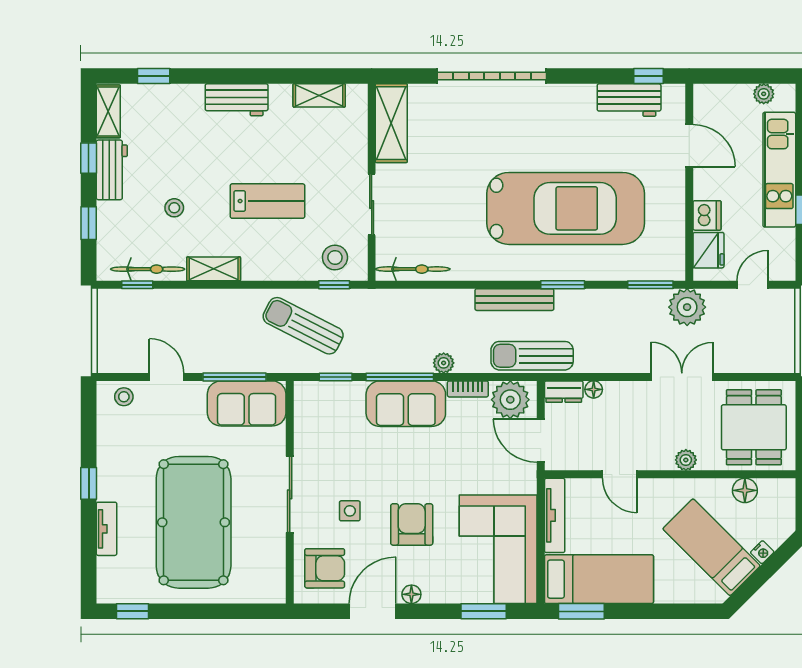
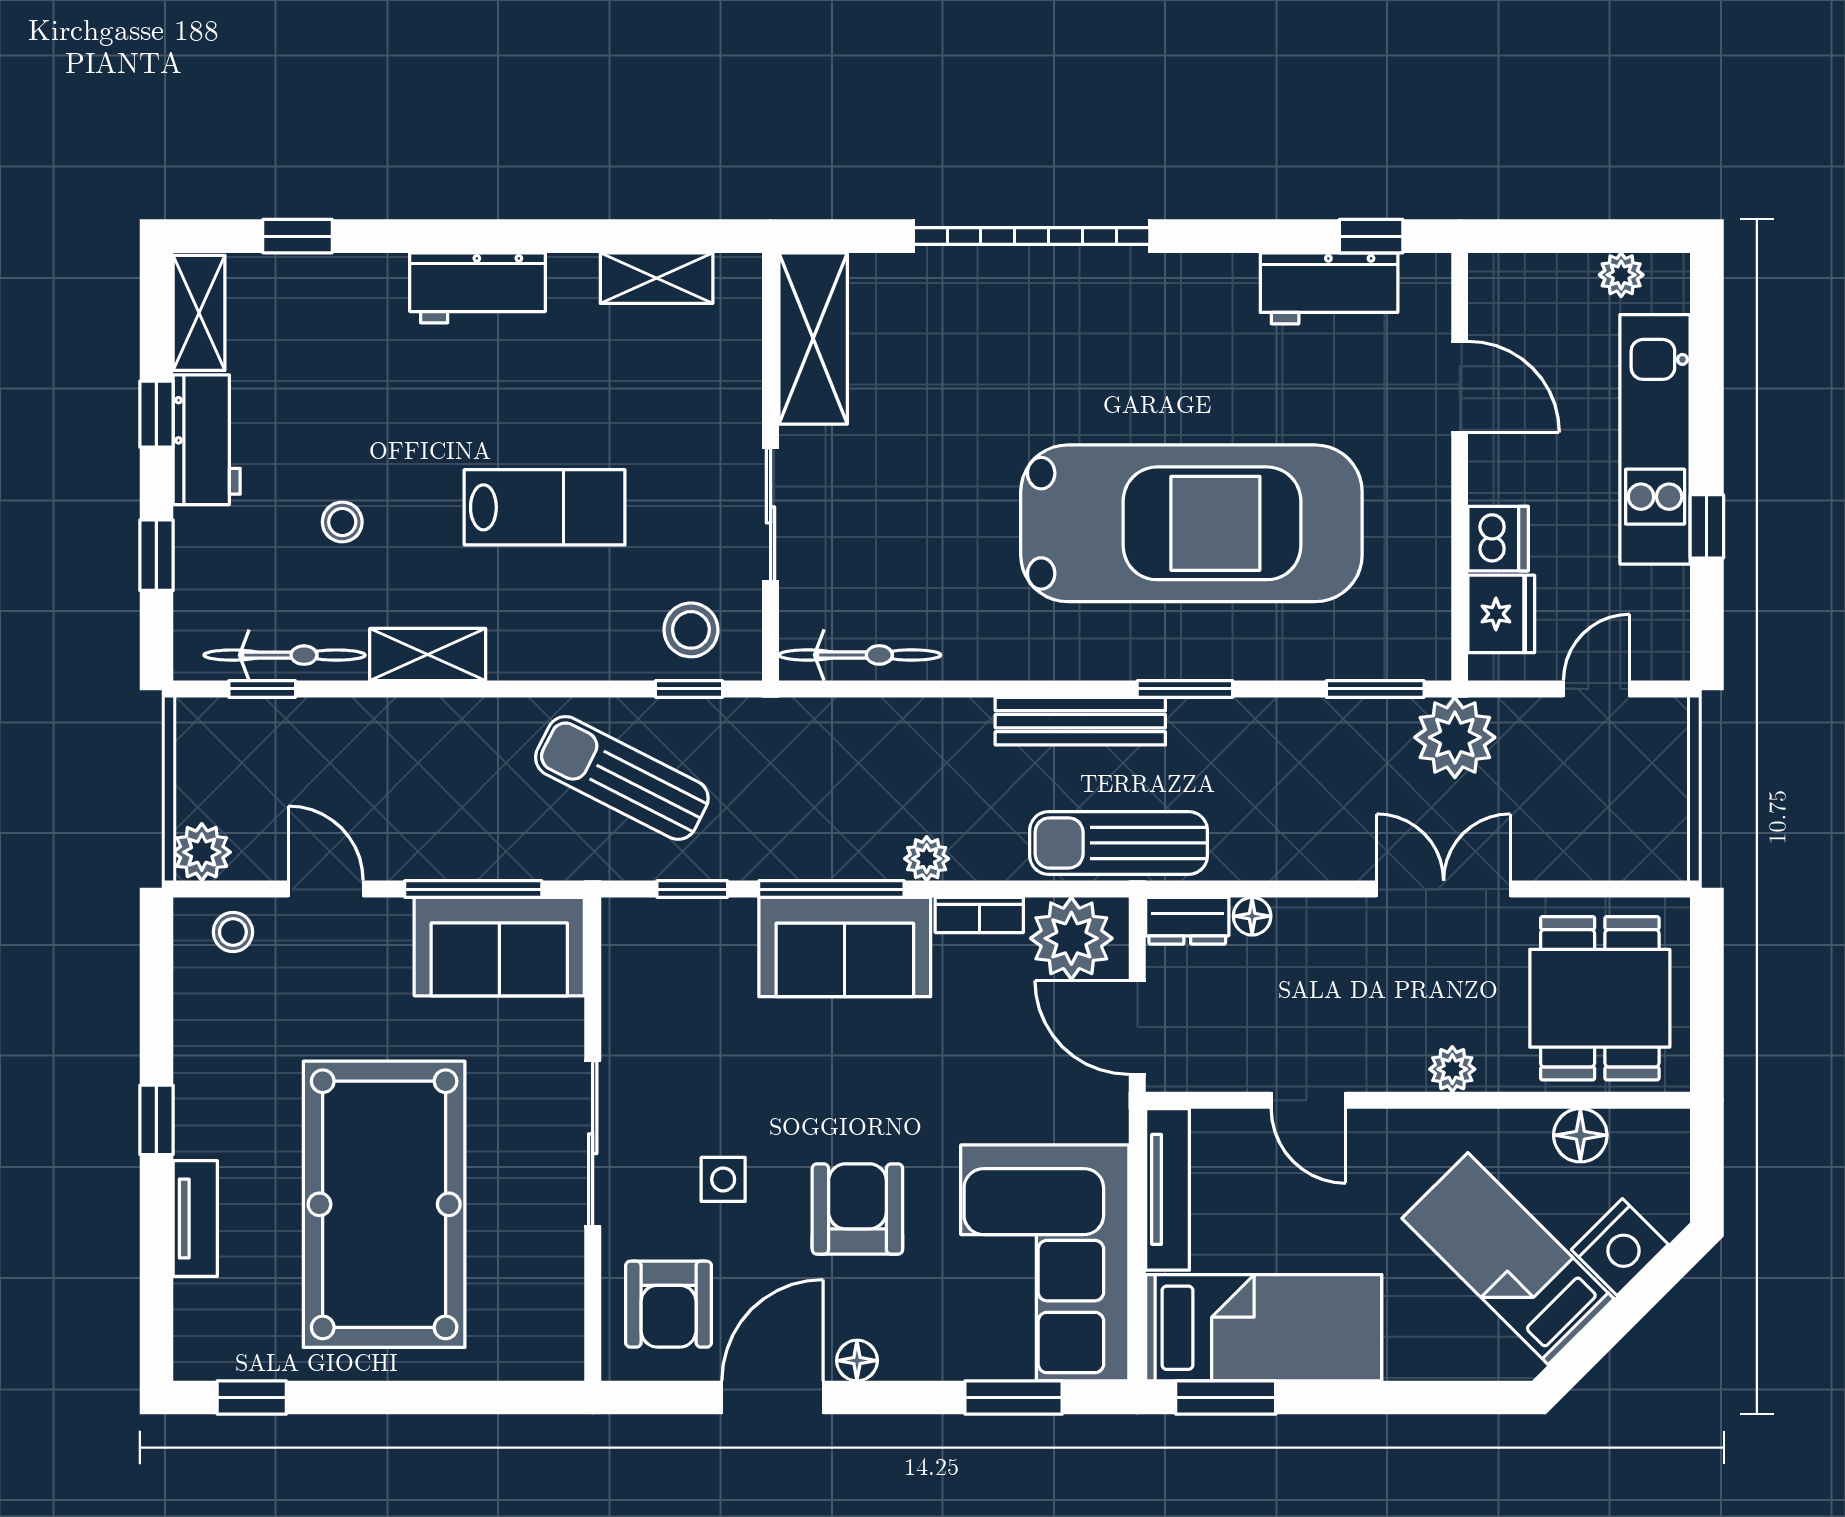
plant: (109, 360) -> (202, 852), added
nightstand: (762, 552) -> (1620, 1247), width x1.89, depth x1.79
armchair: (325, 568) -> (669, 1304), turned 90

